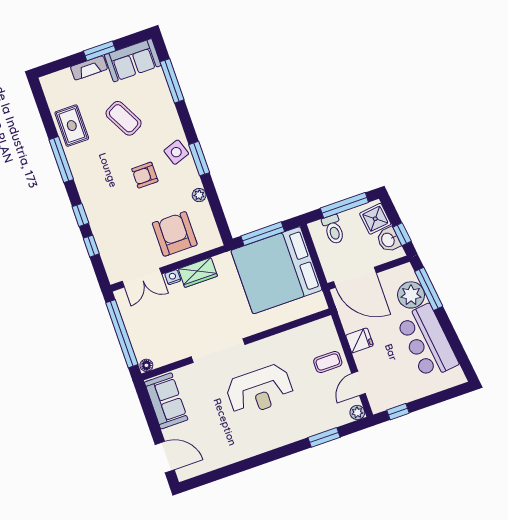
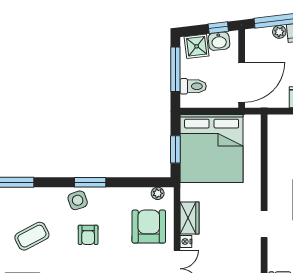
plant: (199, 195) -> (158, 193), moved
armchair: (175, 234) -> (149, 227), turned 90
window: (263, 234) -> (175, 149), width x0.69
plant: (411, 295) -> (279, 32), width x0.53, depth x0.53
doorway: (218, 351) -> (264, 224), width x0.53

